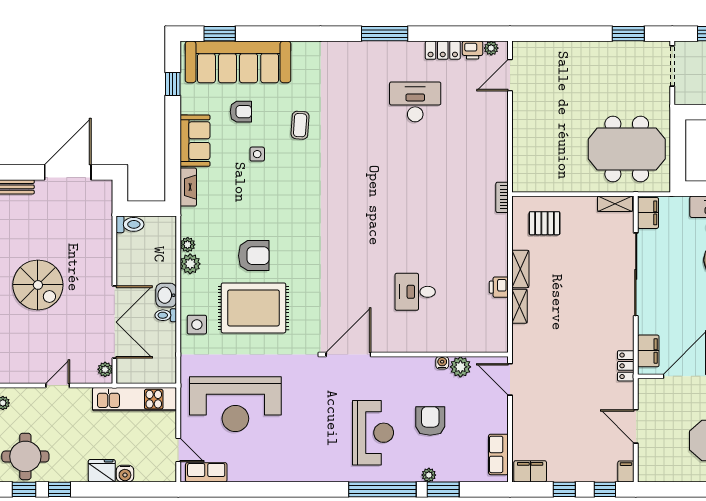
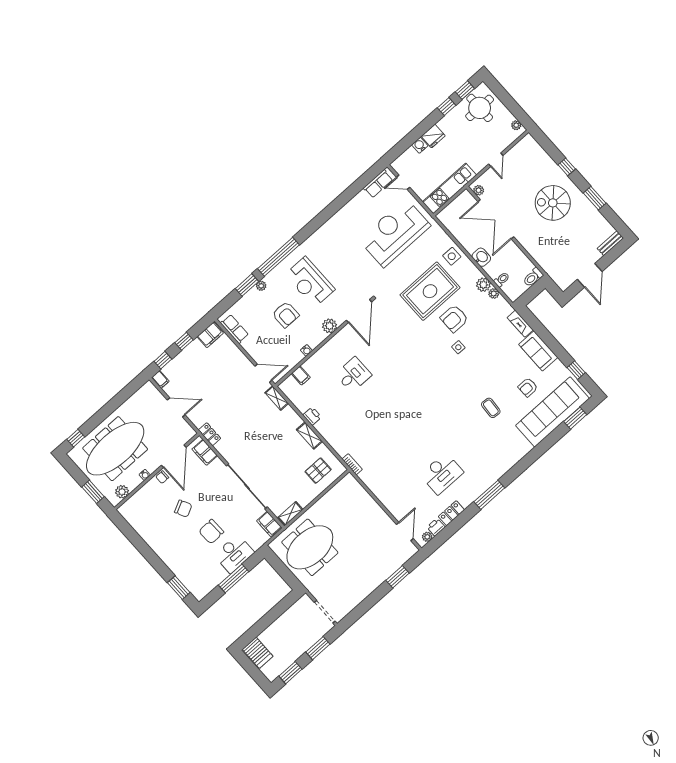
window: (628, 34) -> (398, 577), moved
side table: (257, 154) -> (458, 347), moved
door: (68, 172) -> (590, 275), width x0.73
shelving: (519, 306) -> (277, 398), moved
toilet: (166, 315) -> (502, 279), moved
filing cabinet: (472, 341) -> (301, 375), added
plant: (460, 367) -> (330, 326), moved

